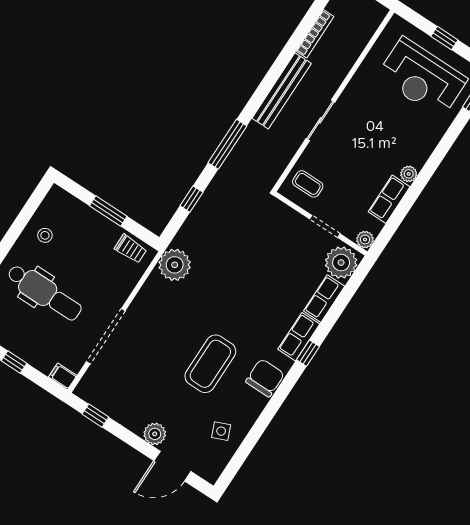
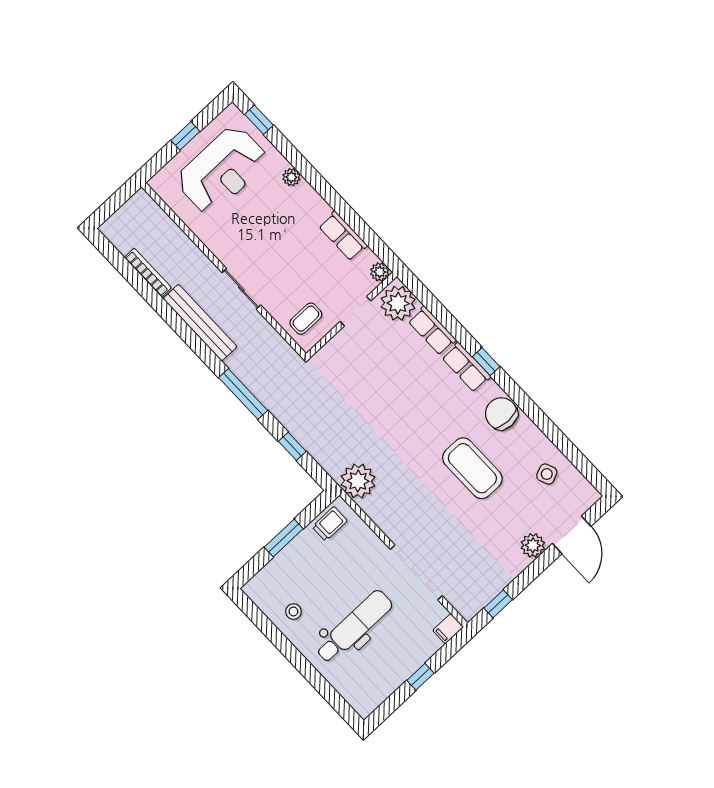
plant: (409, 174) -> (291, 177), moved

